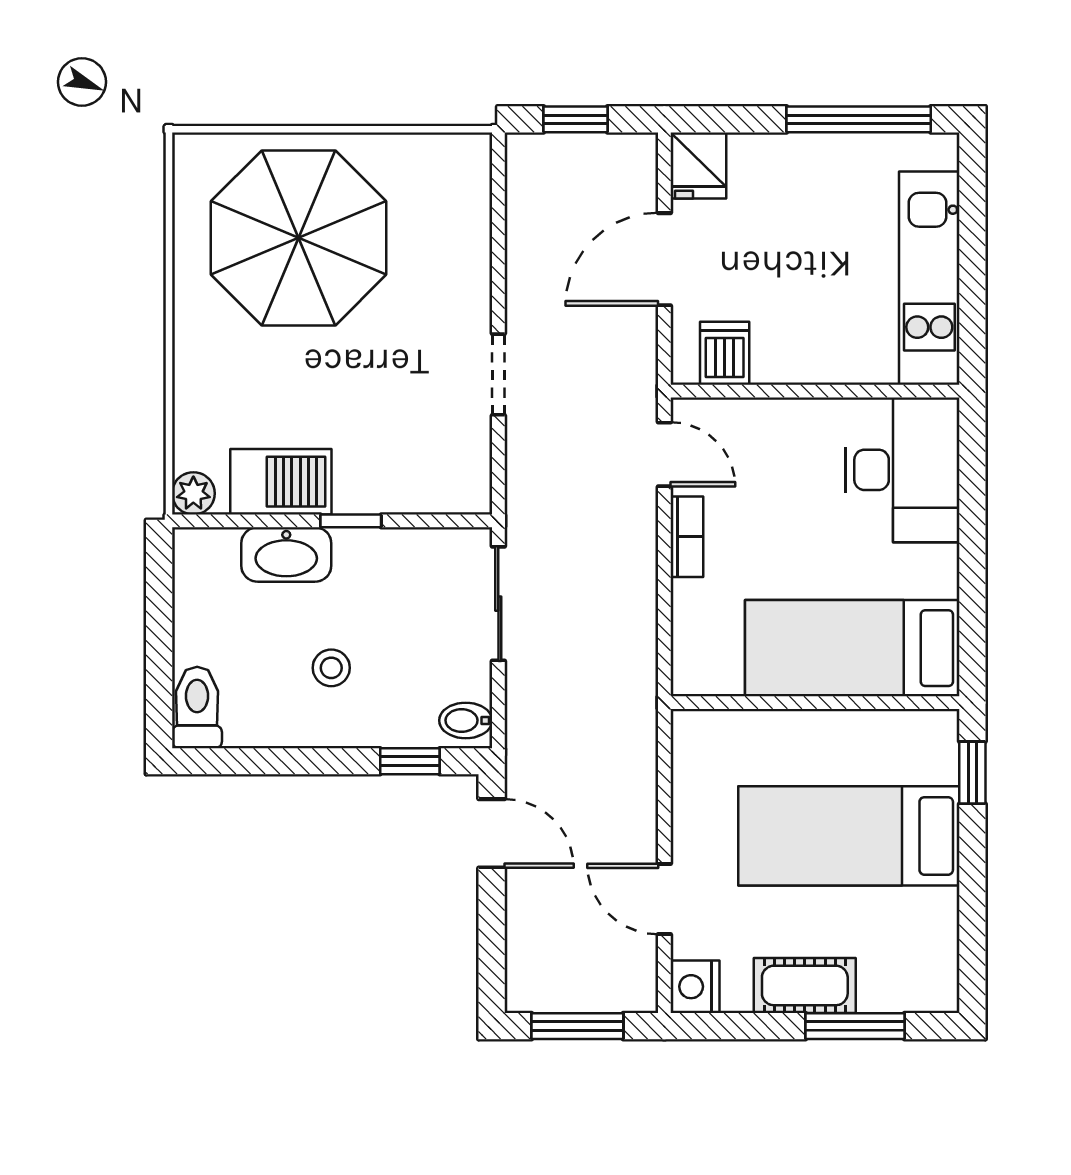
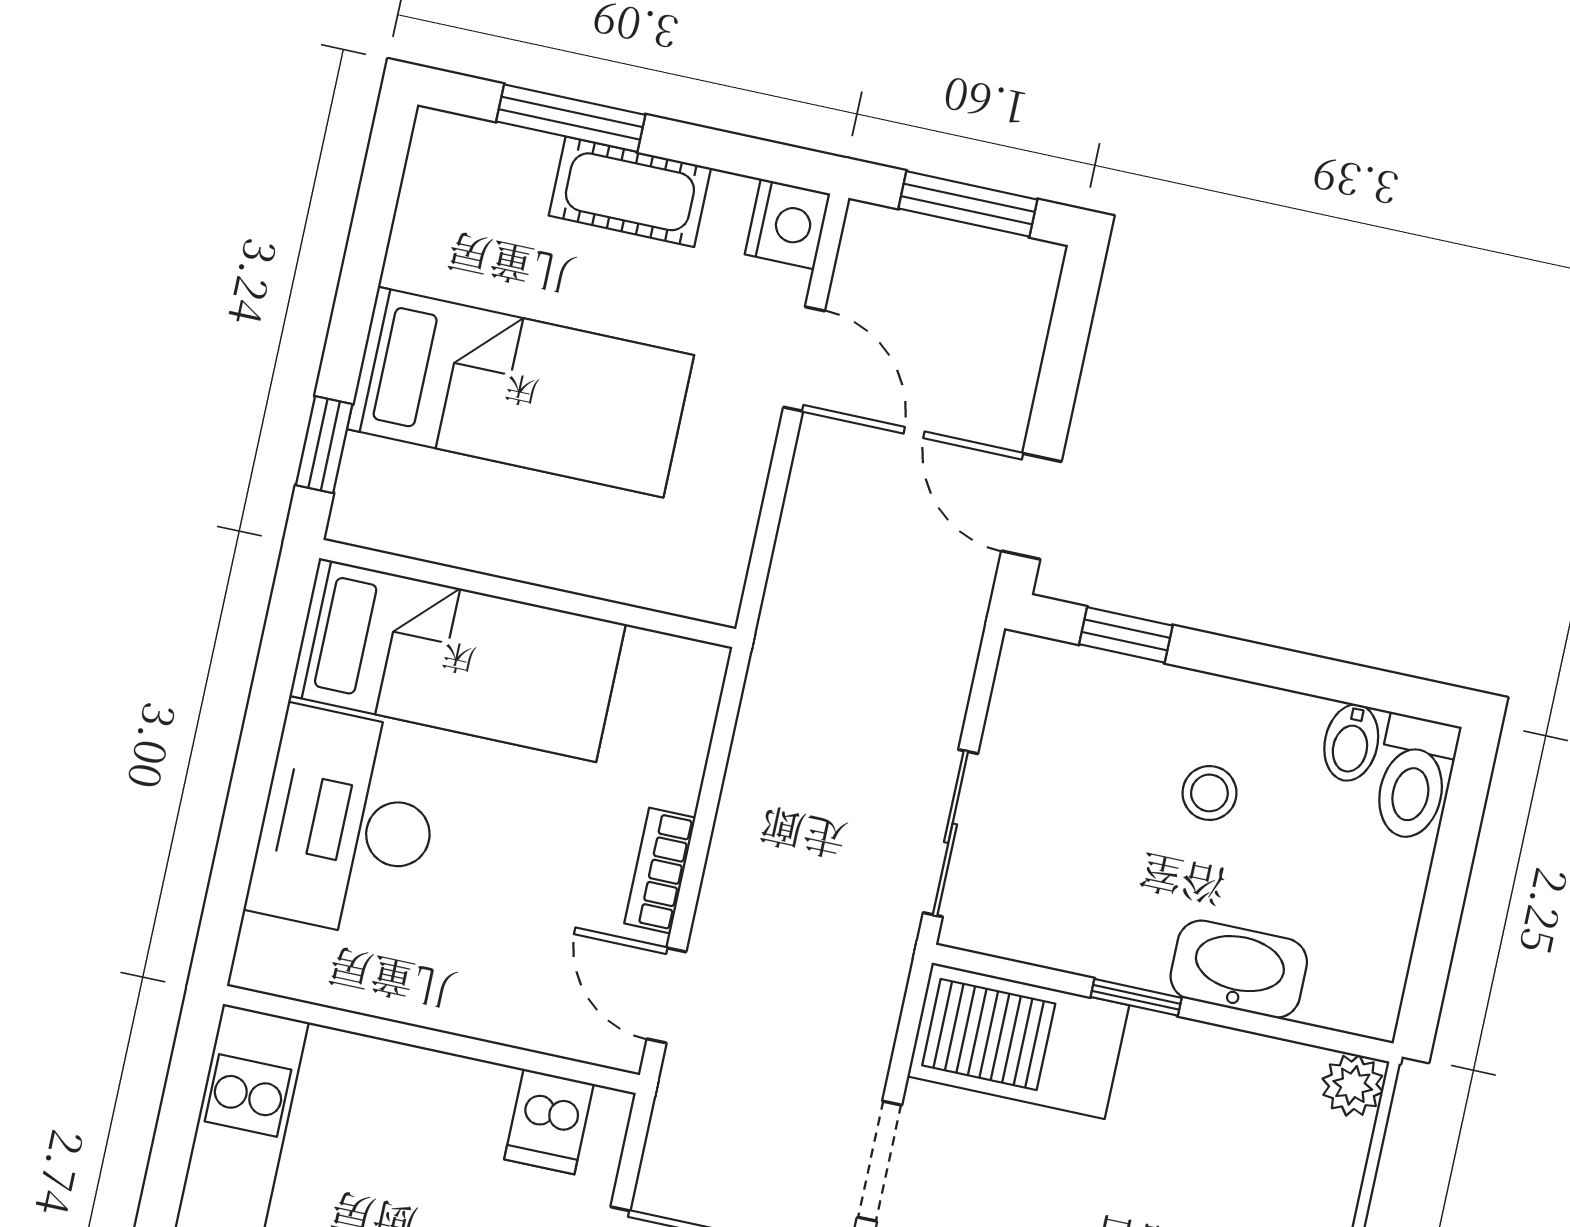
desk: (902, 470) -> (347, 823), moved
barbecue: (281, 482) -> (1018, 1041), moved, width x1.37, depth x1.21
bidet: (466, 720) -> (1351, 743), moved, turned 90

